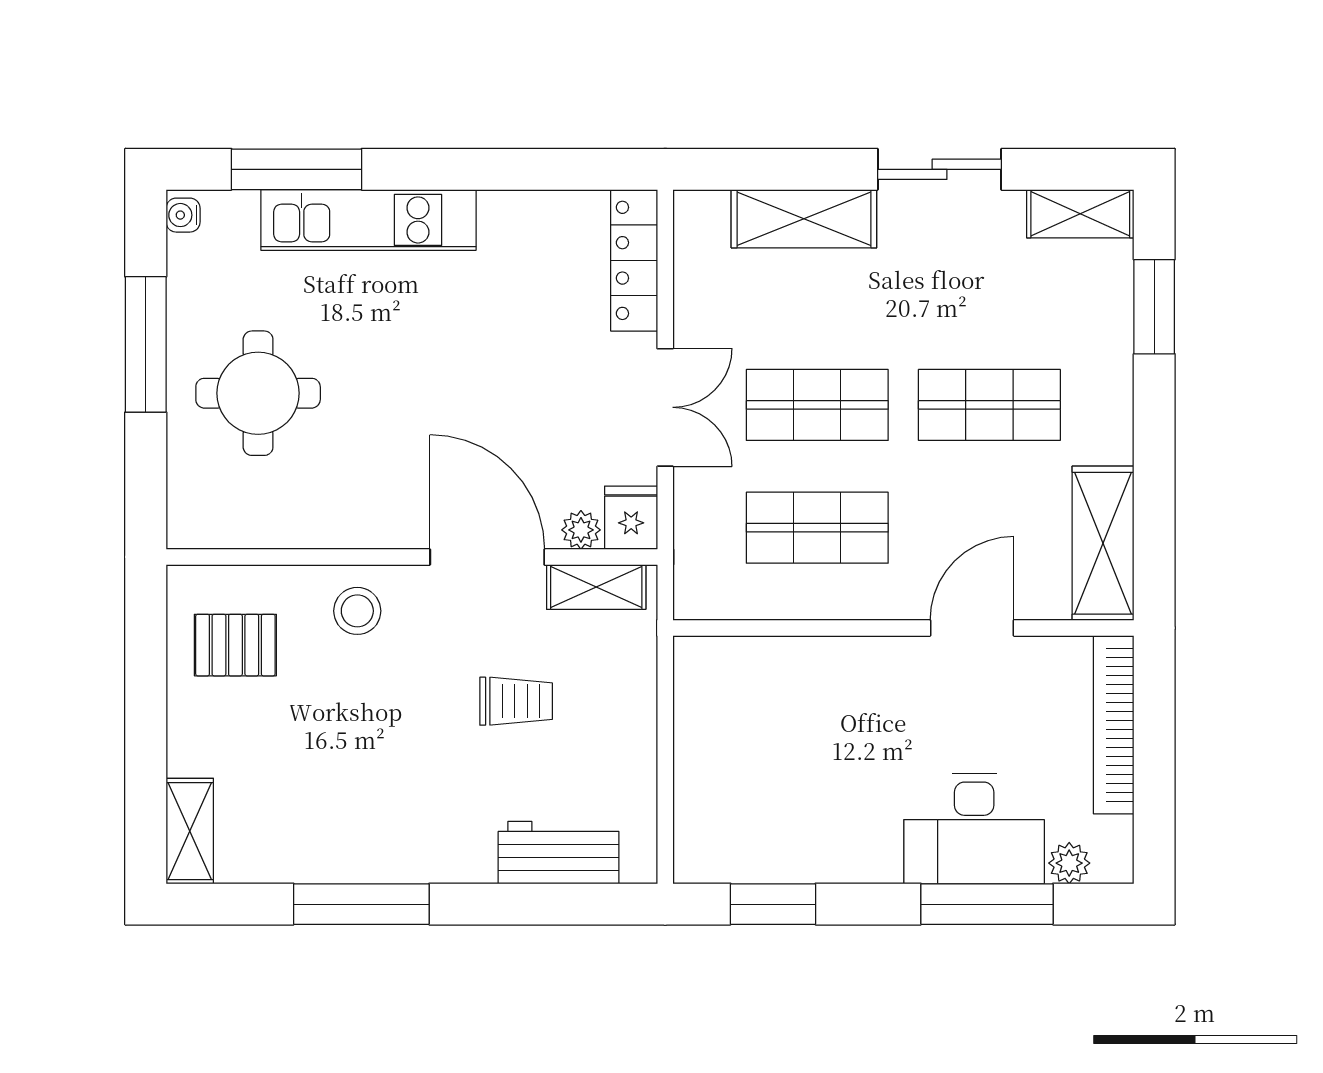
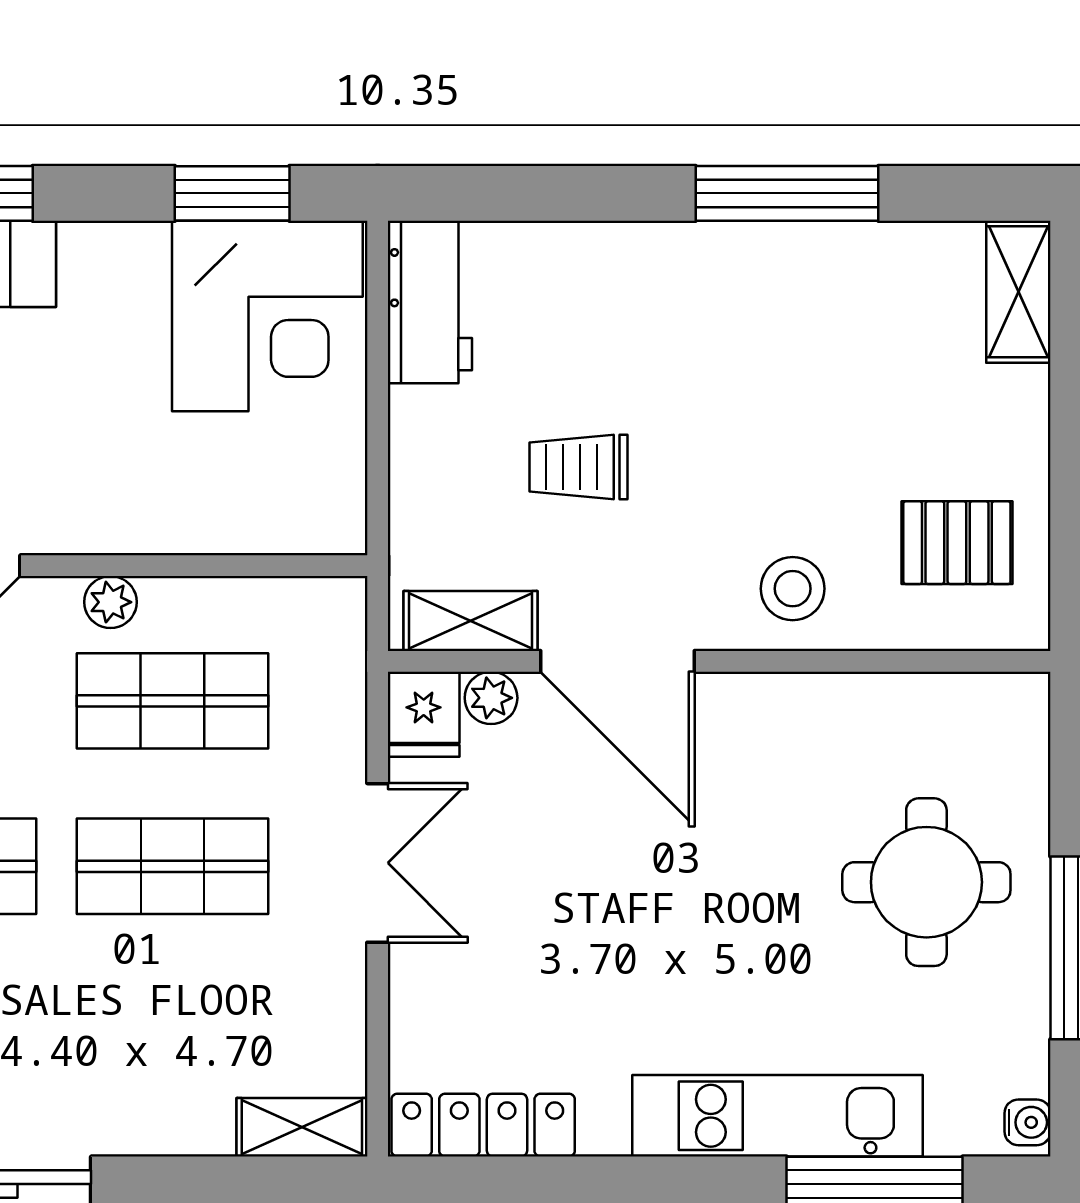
shelving: (804, 219) -> (302, 1127), moved, width x0.67, depth x0.75
locker: (634, 260) -> (483, 1125), moved, turned -90
double door: (665, 407) -> (378, 863), swing flipped
plant: (863, 601) -> (110, 602), added
corner desk: (747, 813) -> (267, 316), added
workbench: (559, 853) -> (430, 302), moved, turned -90

